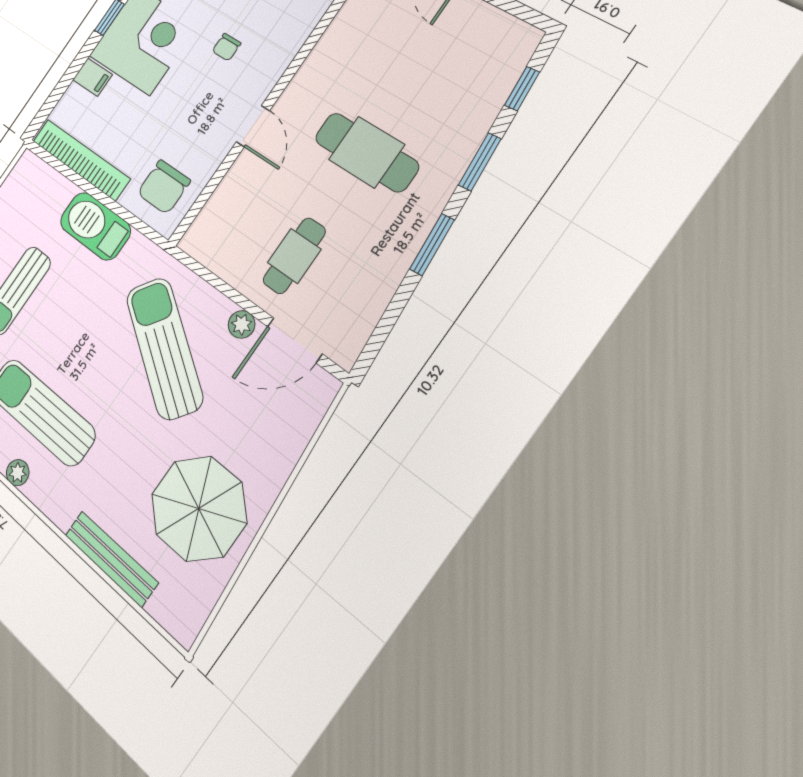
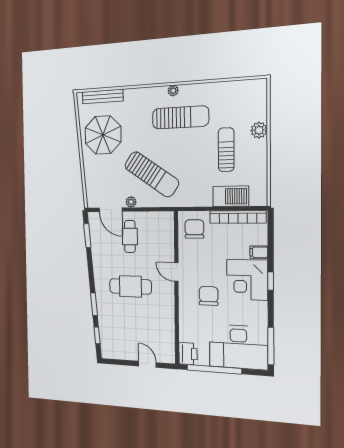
chair: (227, 47) -> (209, 296), width x1.87, depth x1.87
barbecue: (95, 226) -> (231, 196), moved
window: (432, 245) -> (87, 236), moved
door: (295, 340) -> (111, 210), swing flipped
bench: (111, 559) -> (103, 96), moved

